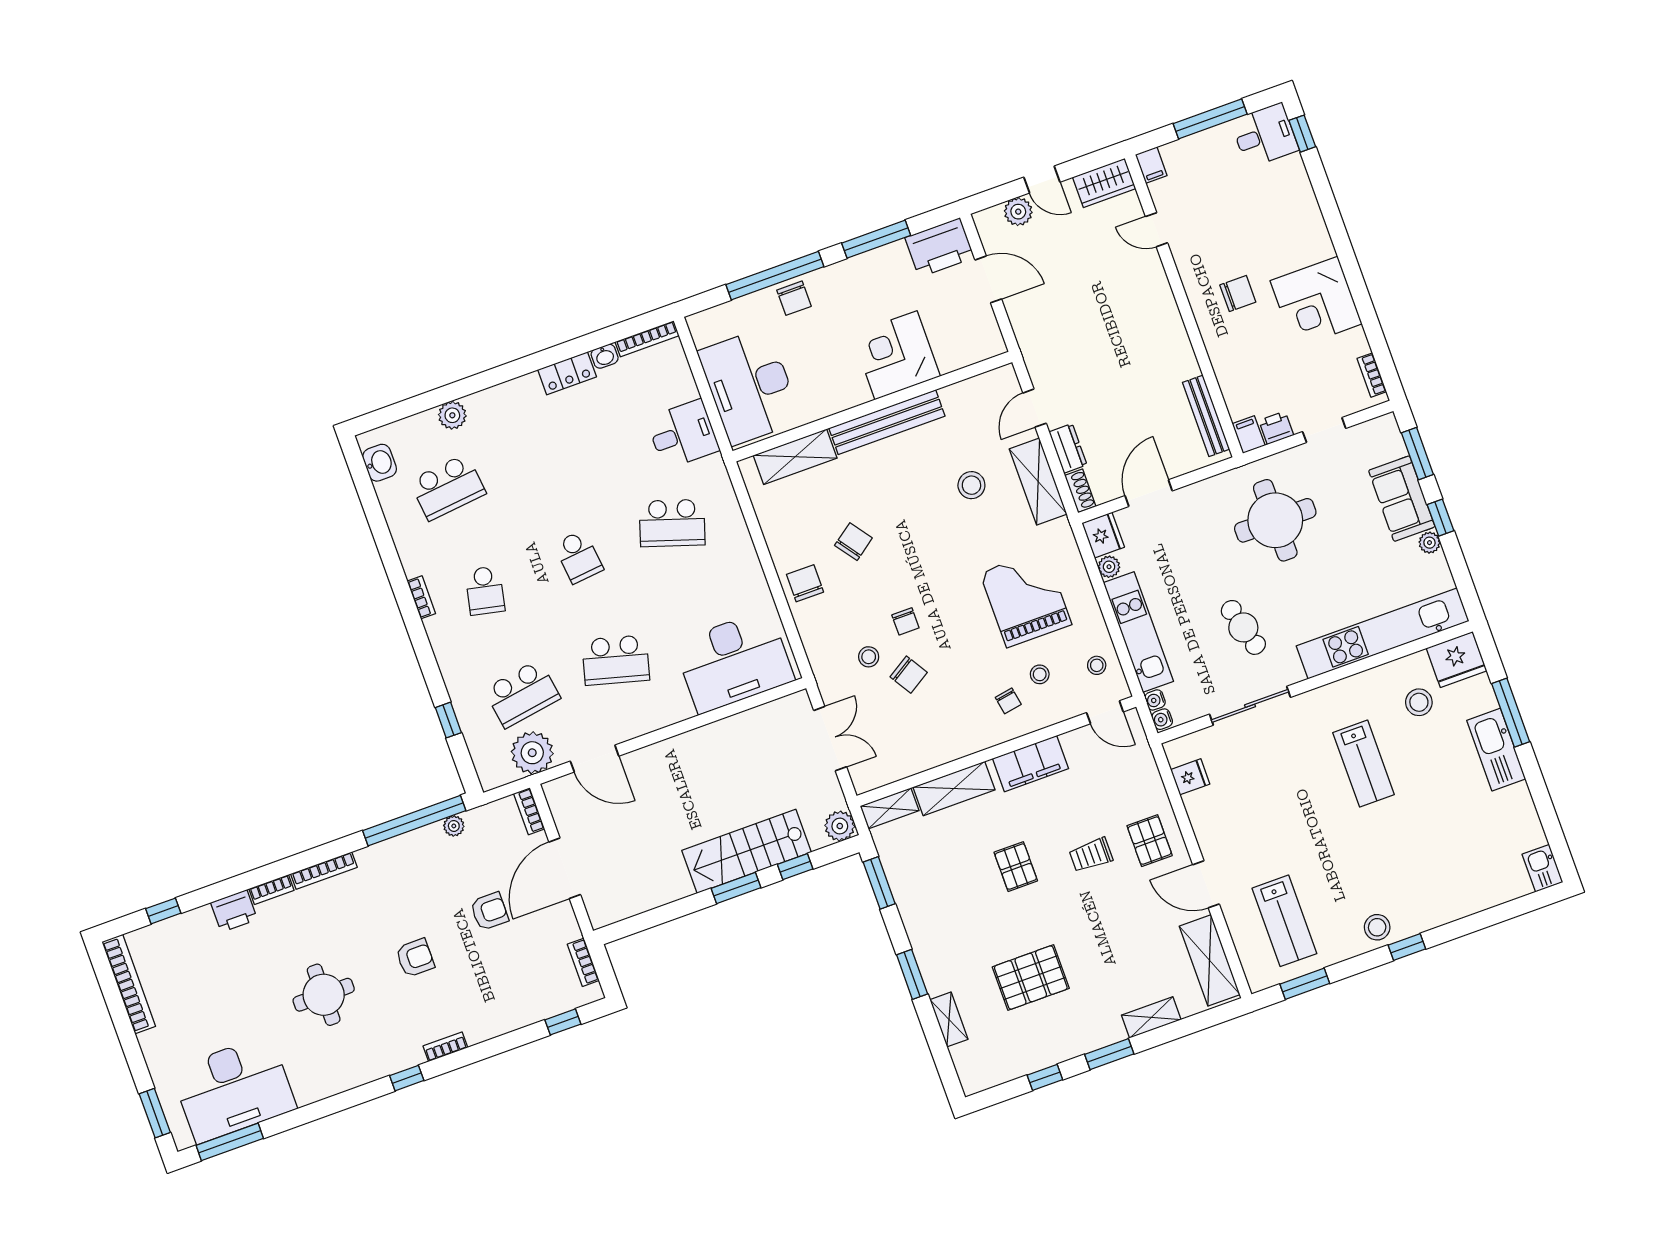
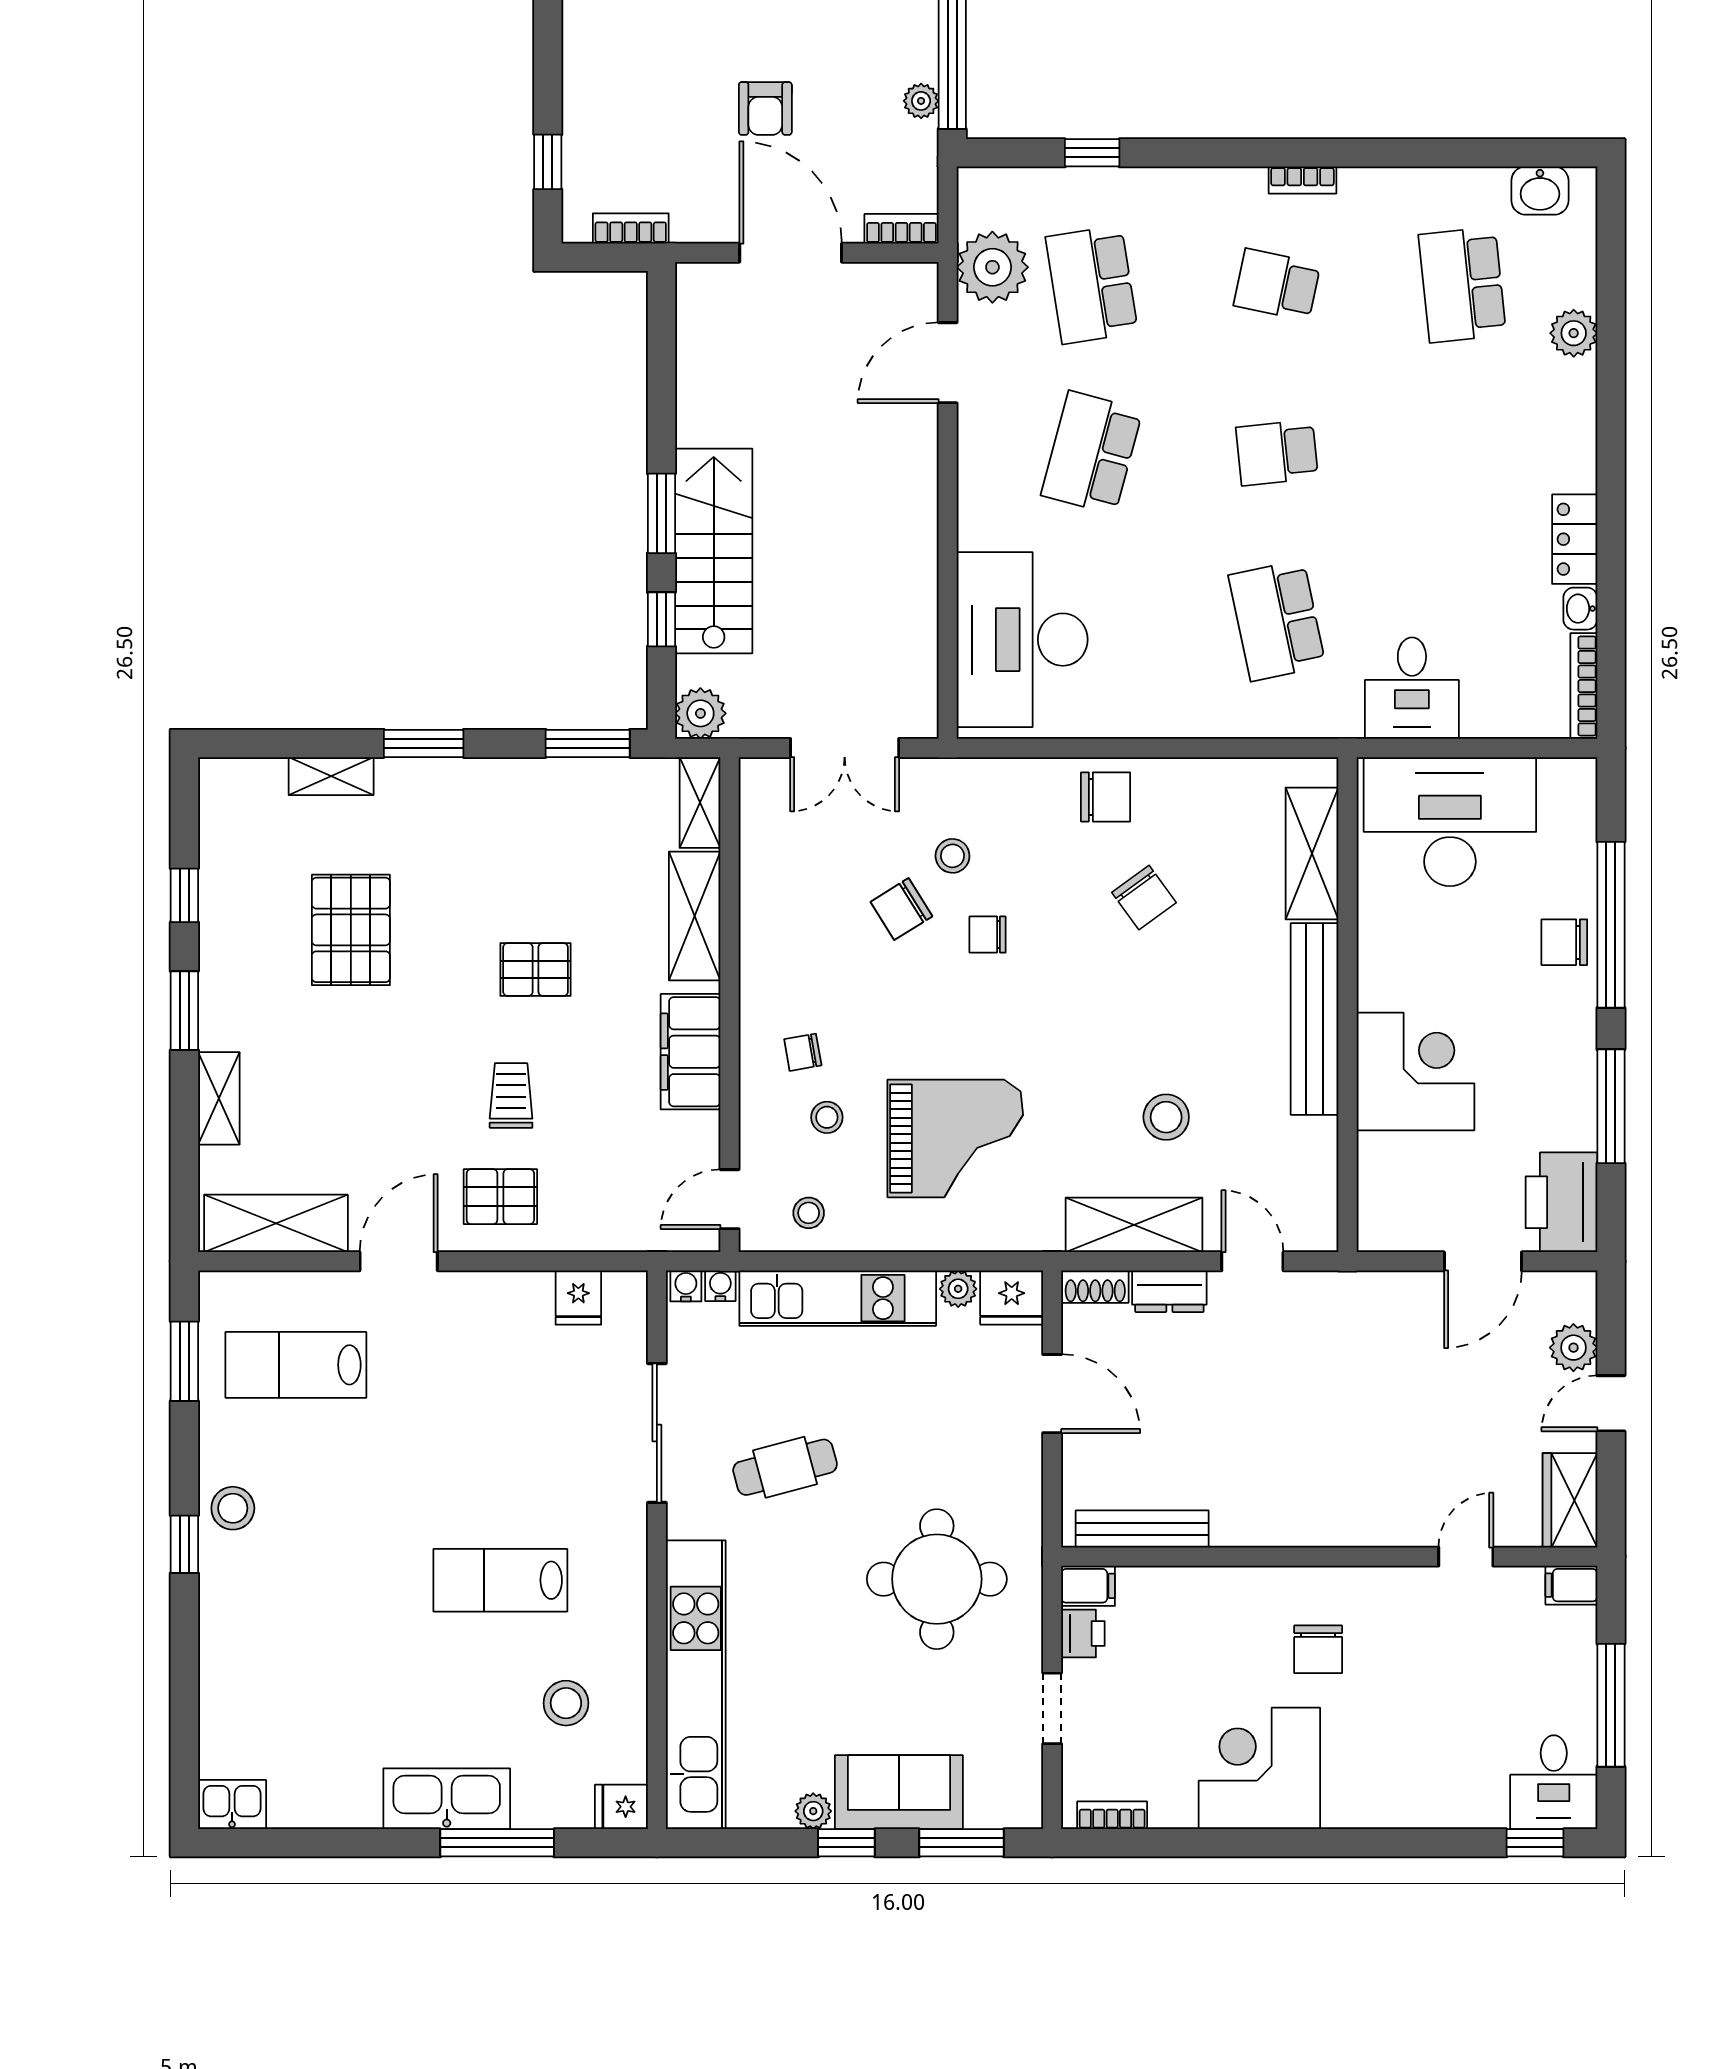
school desk: (672, 523) -> (1277, 620), turned -30
fridge: (1456, 659) -> (621, 1807), width x0.53, depth x0.75

